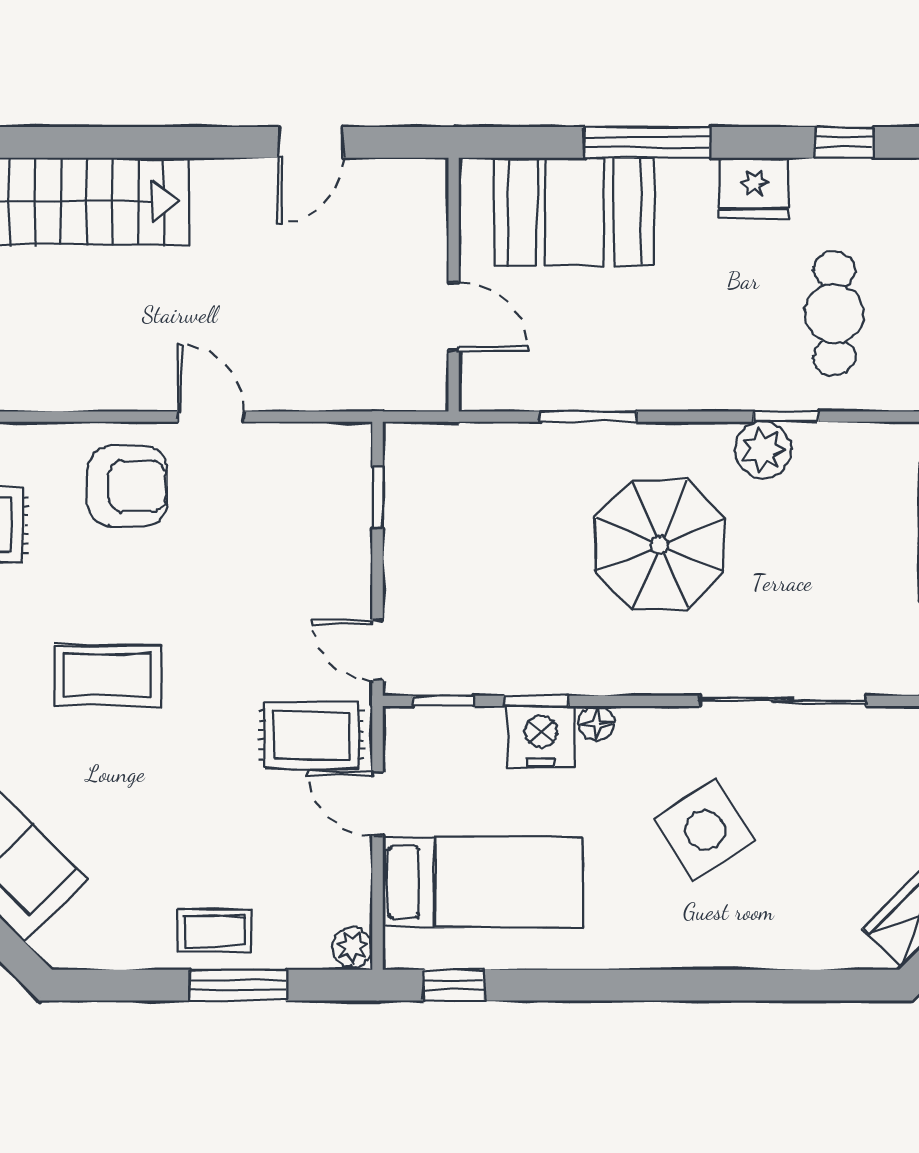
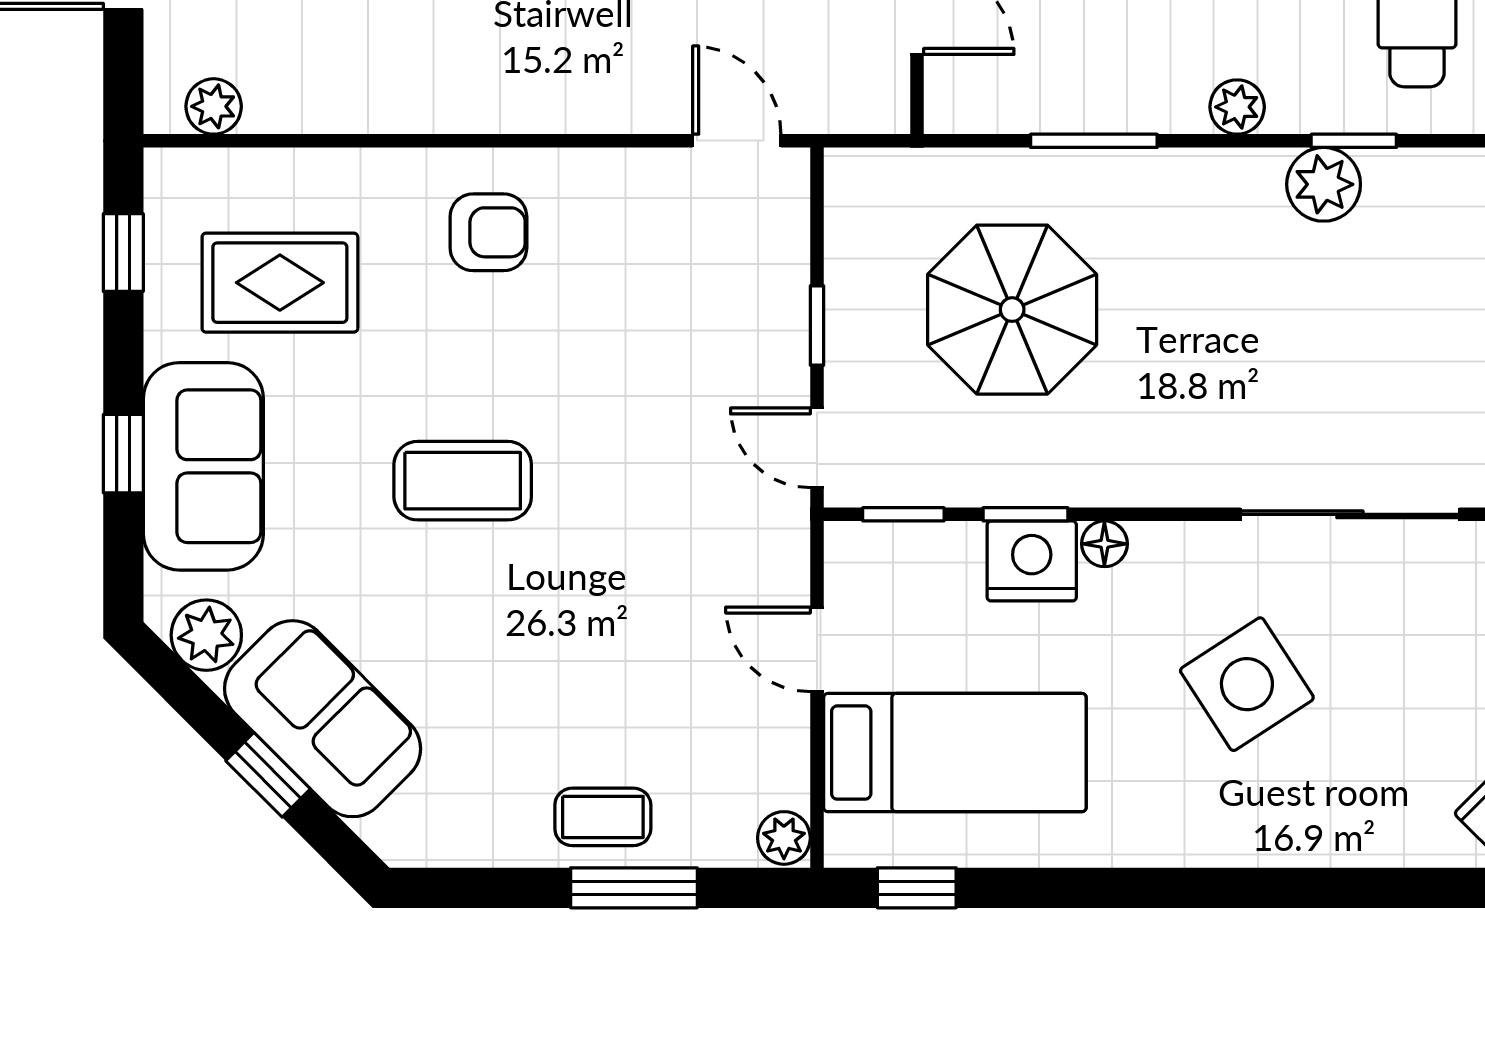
plant: (697, 391) -> (1237, 107), added
door: (211, 417) -> (737, 141), moved
armchair: (127, 486) -> (488, 232), width x0.72, depth x0.72
window: (378, 497) -> (817, 326), moved
parasol: (660, 545) -> (1012, 310), moved
rug: (311, 735) -> (730, 559), removed

